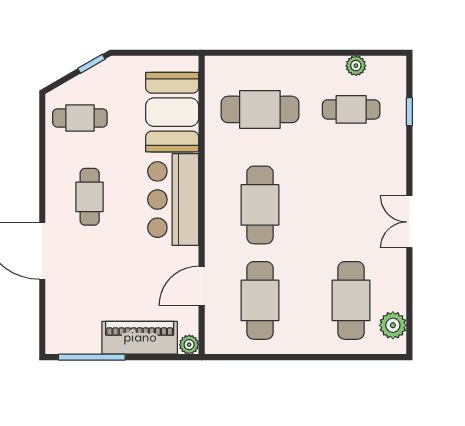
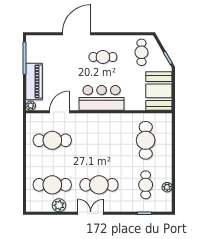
booth: (172, 112) -> (159, 91), moved, turned 90
cafe table: (260, 205) -> (99, 185), moved
door: (202, 286) -> (59, 112), hinge flipped
plant: (393, 325) -> (59, 205), moved

